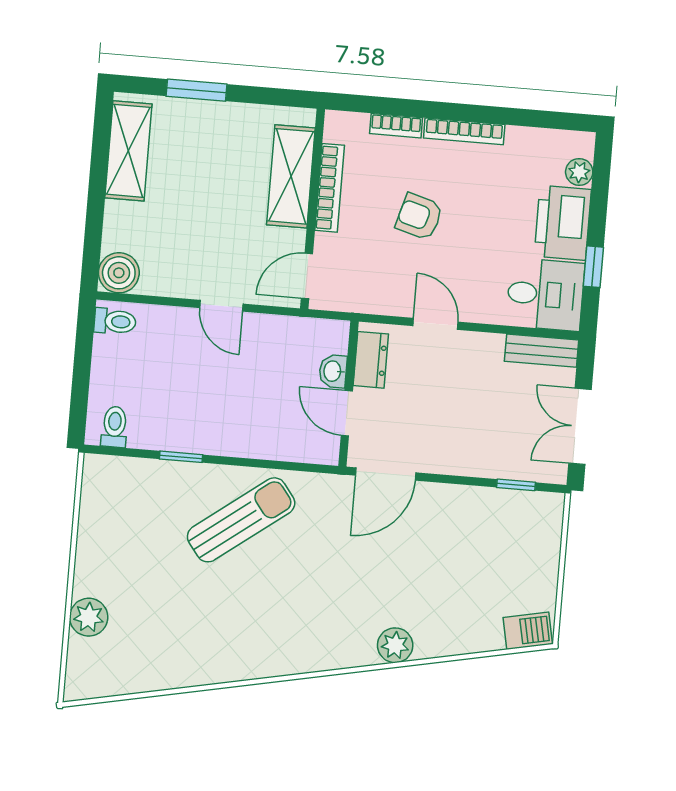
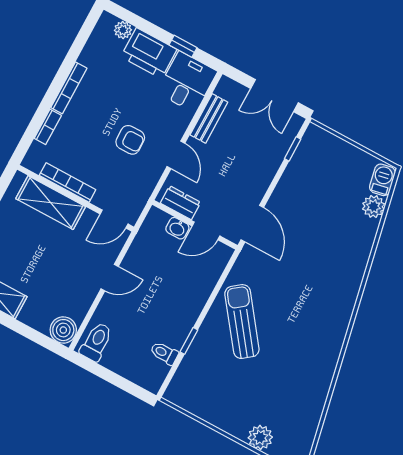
armchair: (419, 217) -> (130, 140), moved, turned -107
door: (307, 276) -> (114, 219), hinge flipped
toilet: (115, 321) -> (96, 342), width x1.37, depth x1.39
door: (435, 324) -> (176, 155), swing flipped
bench: (542, 351) -> (209, 118), moved
toilet: (114, 427) -> (164, 353), moved
plant: (395, 645) -> (374, 206), moved

